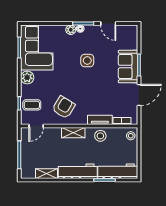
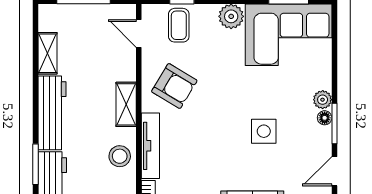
tv unit: (100, 120) -> (150, 146), width x1.41

